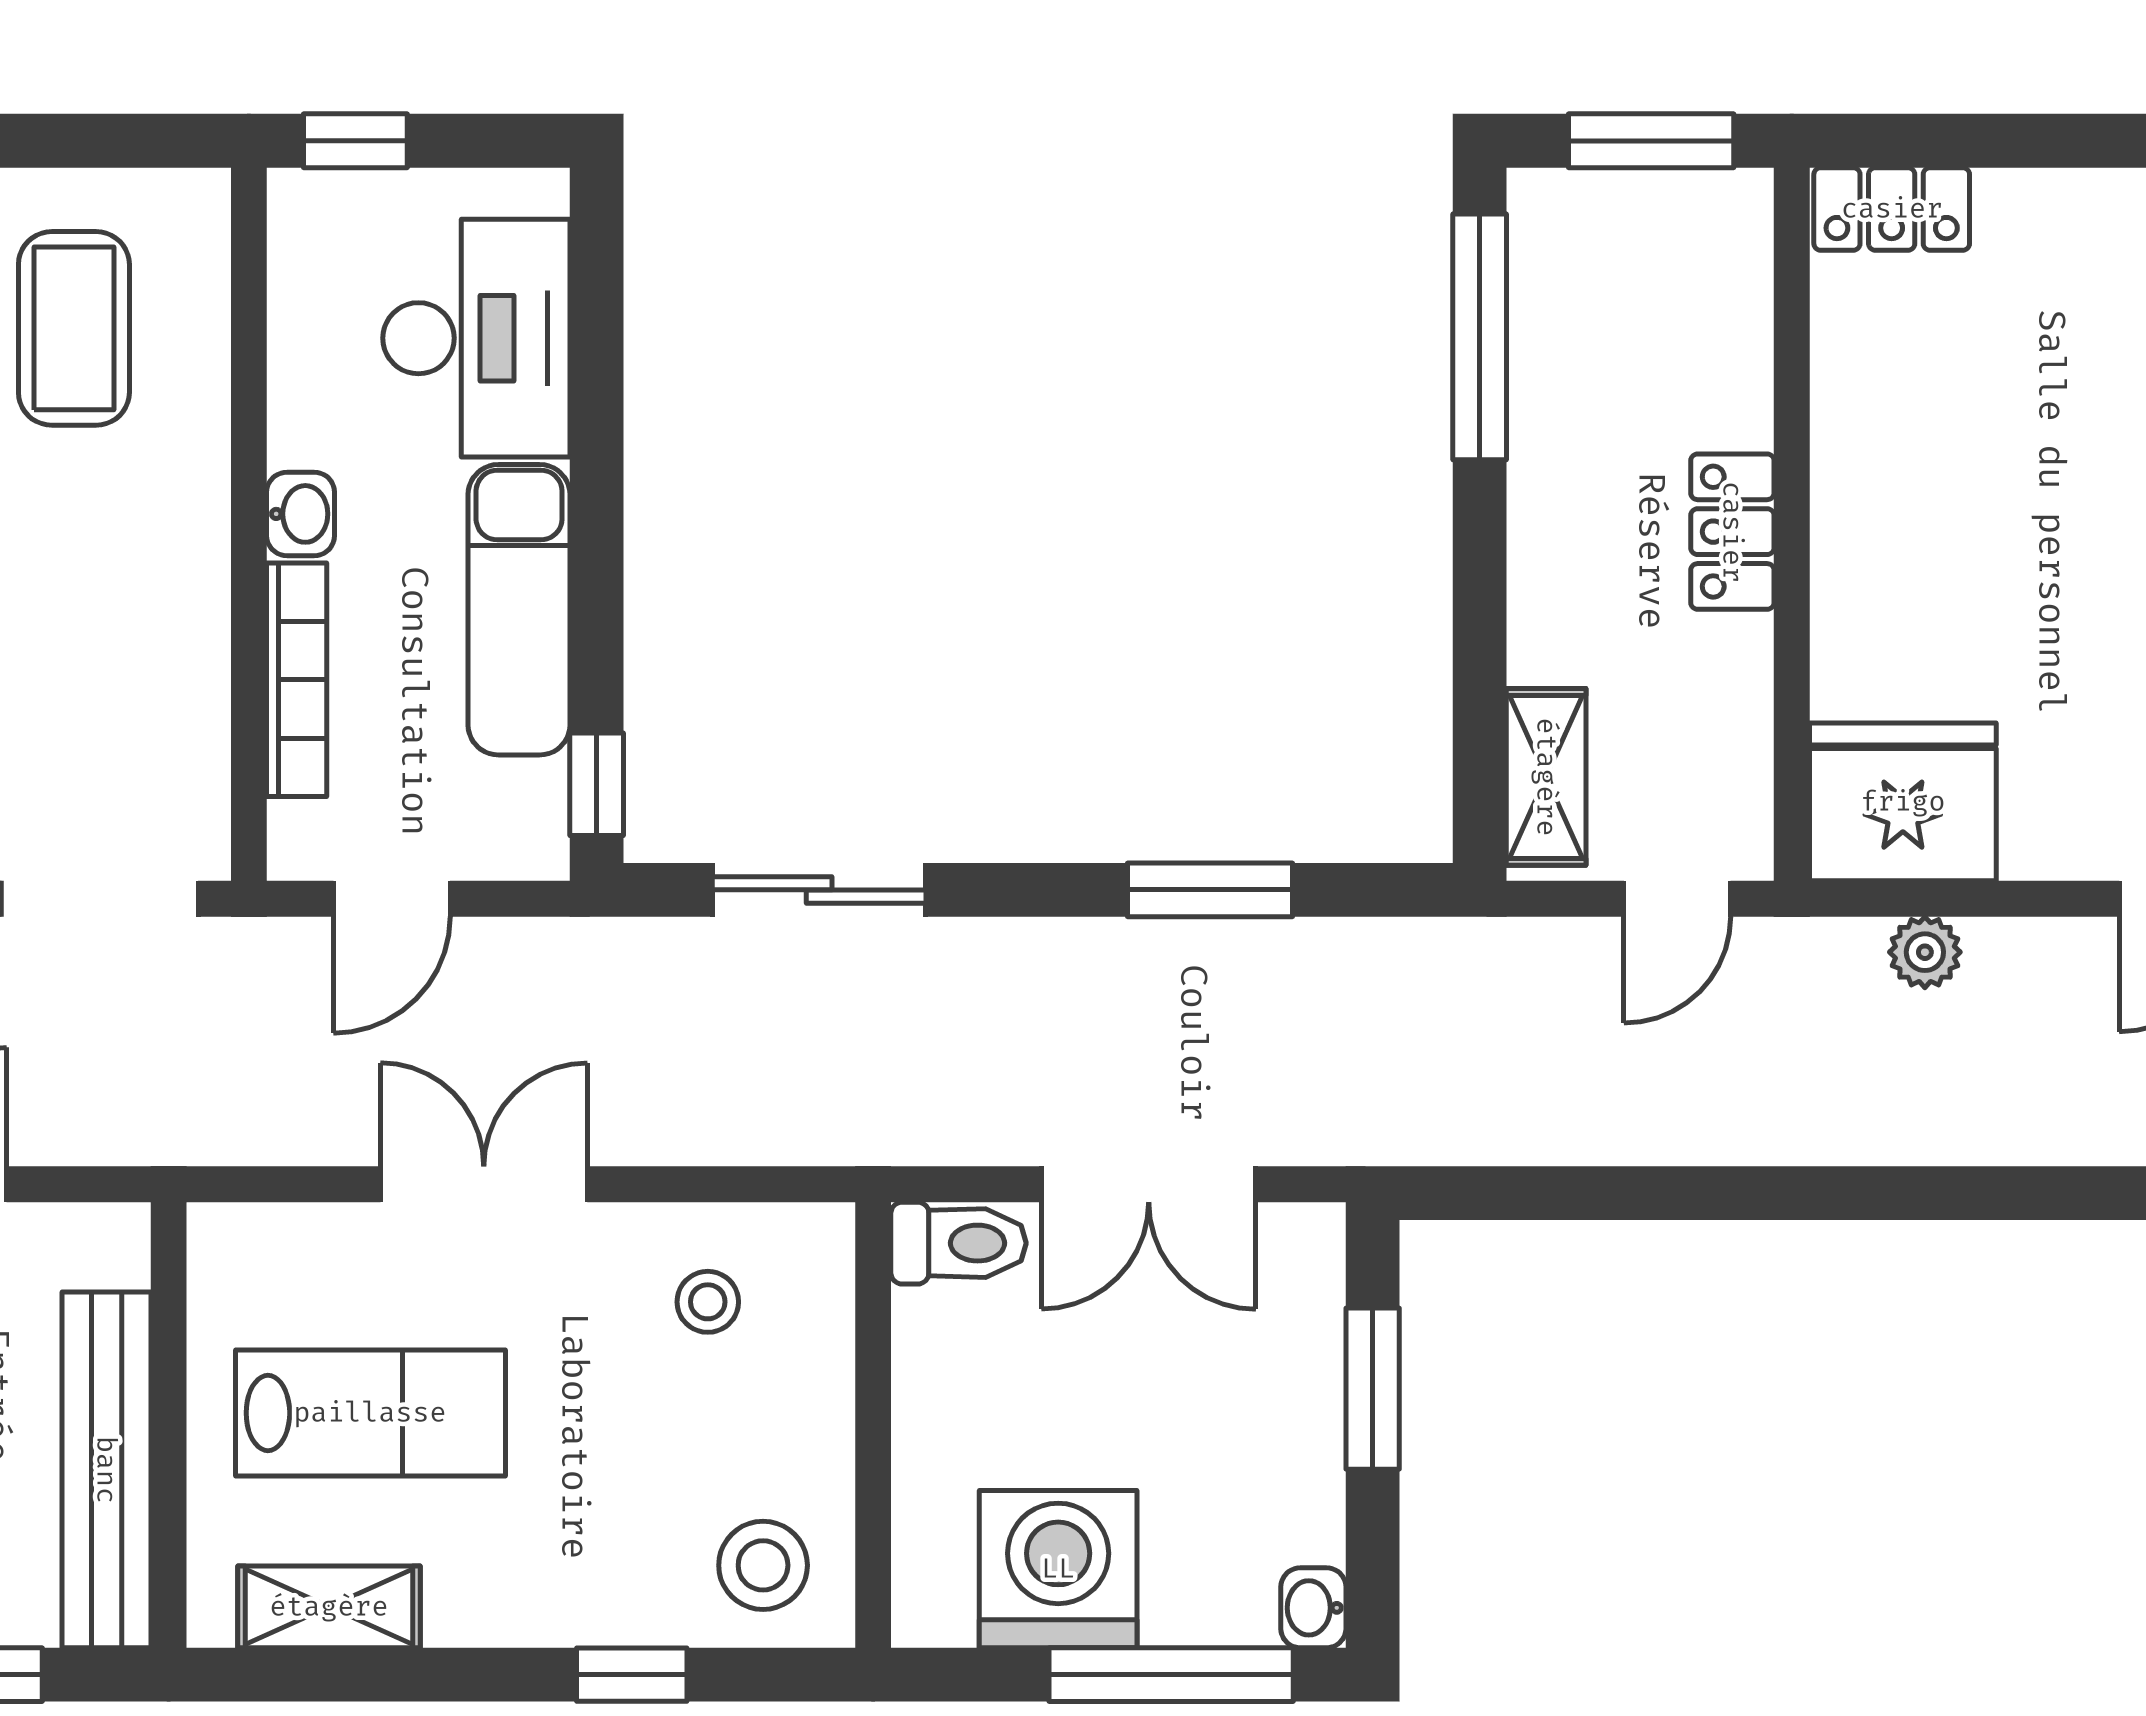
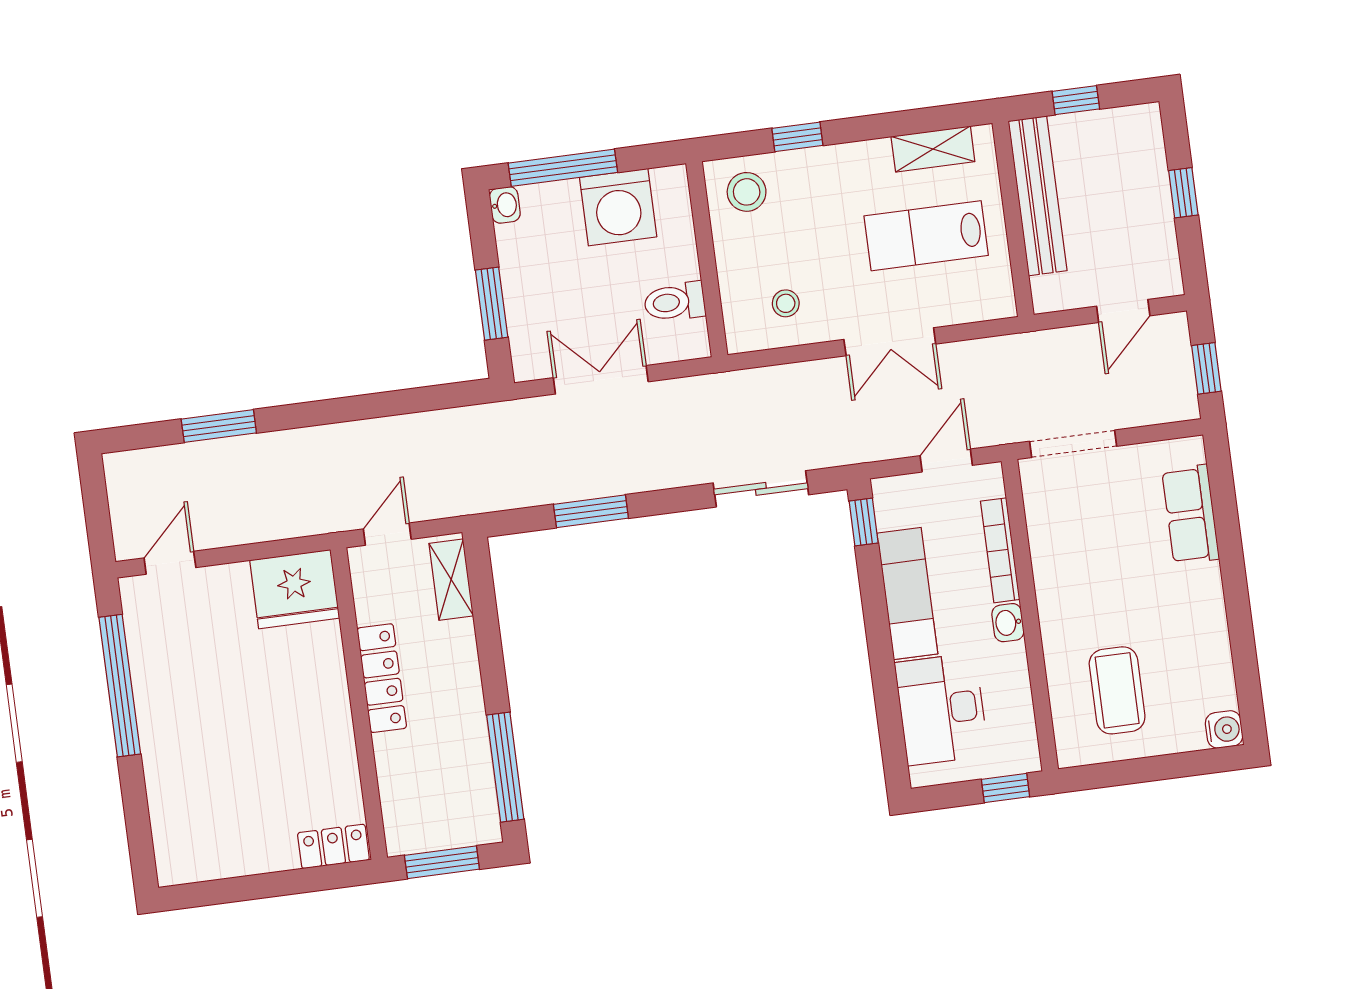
locker: (1732, 532) -> (382, 678), width x1.53
plant: (1925, 952) -> (276, 525), removed
window: (2026, 1193) -> (219, 426), added
toilet: (959, 1243) -> (675, 302), moved

